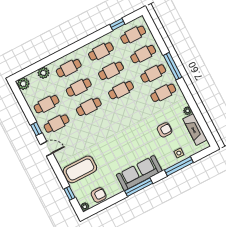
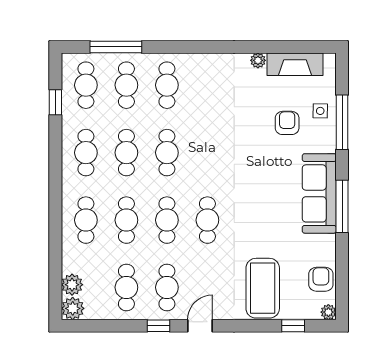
window: (173, 66) -> (116, 47), moved
plant: (43, 73) -> (72, 285), moved
cafe table: (163, 93) -> (207, 220), moved
armchair: (165, 130) -> (287, 123), moved

